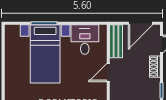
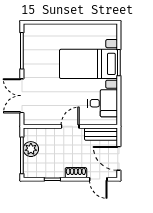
door: (108, 72) -> (70, 126), hinge flipped

